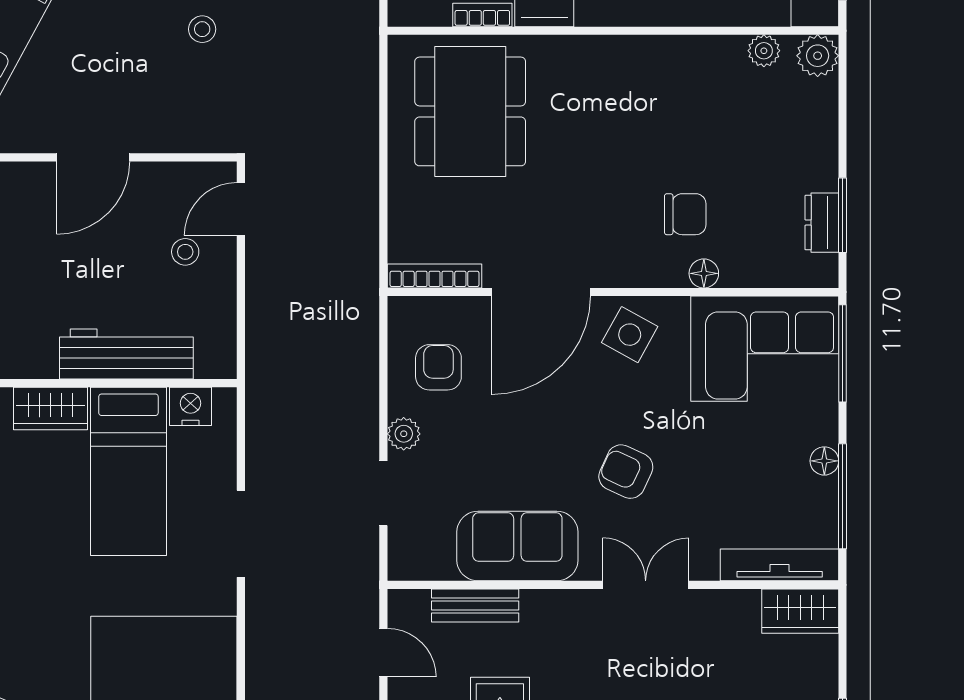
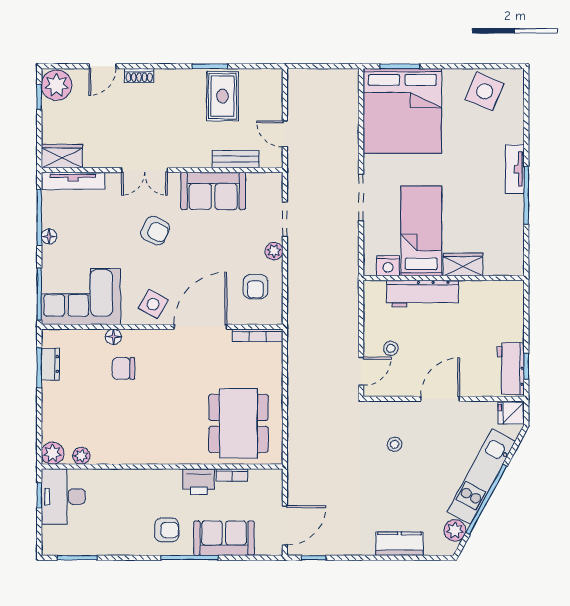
stool: (202, 29) -> (395, 444), moved

